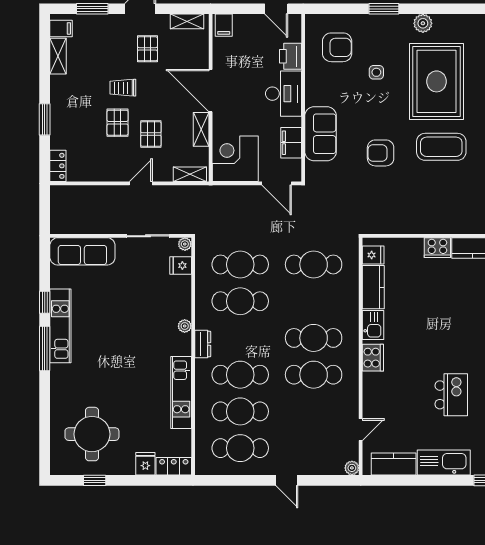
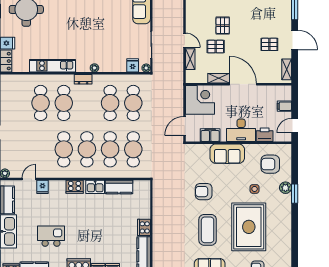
plant: (423, 23) -> (285, 188), moved
filing cabinet: (224, 25) -> (284, 106), moved
armchair: (337, 47) -> (270, 164), turned 90
rug: (437, 81) -> (249, 227), turned 90
trolley: (123, 88) -> (245, 29), removed
door: (211, 91) -> (243, 84), hinge flipped
pallet: (118, 123) -> (223, 26), turned 90
sofa: (321, 134) -> (227, 154), moved
armchair: (381, 153) -> (204, 192), turned -90
shelving: (190, 174) -> (190, 59), moved
fridge: (373, 255) -> (42, 187), moved
kitchen island: (451, 395) -> (51, 236), turned 180
door: (361, 430) -> (29, 179), swing flipped
cafe table: (240, 448) -> (110, 149), moved

